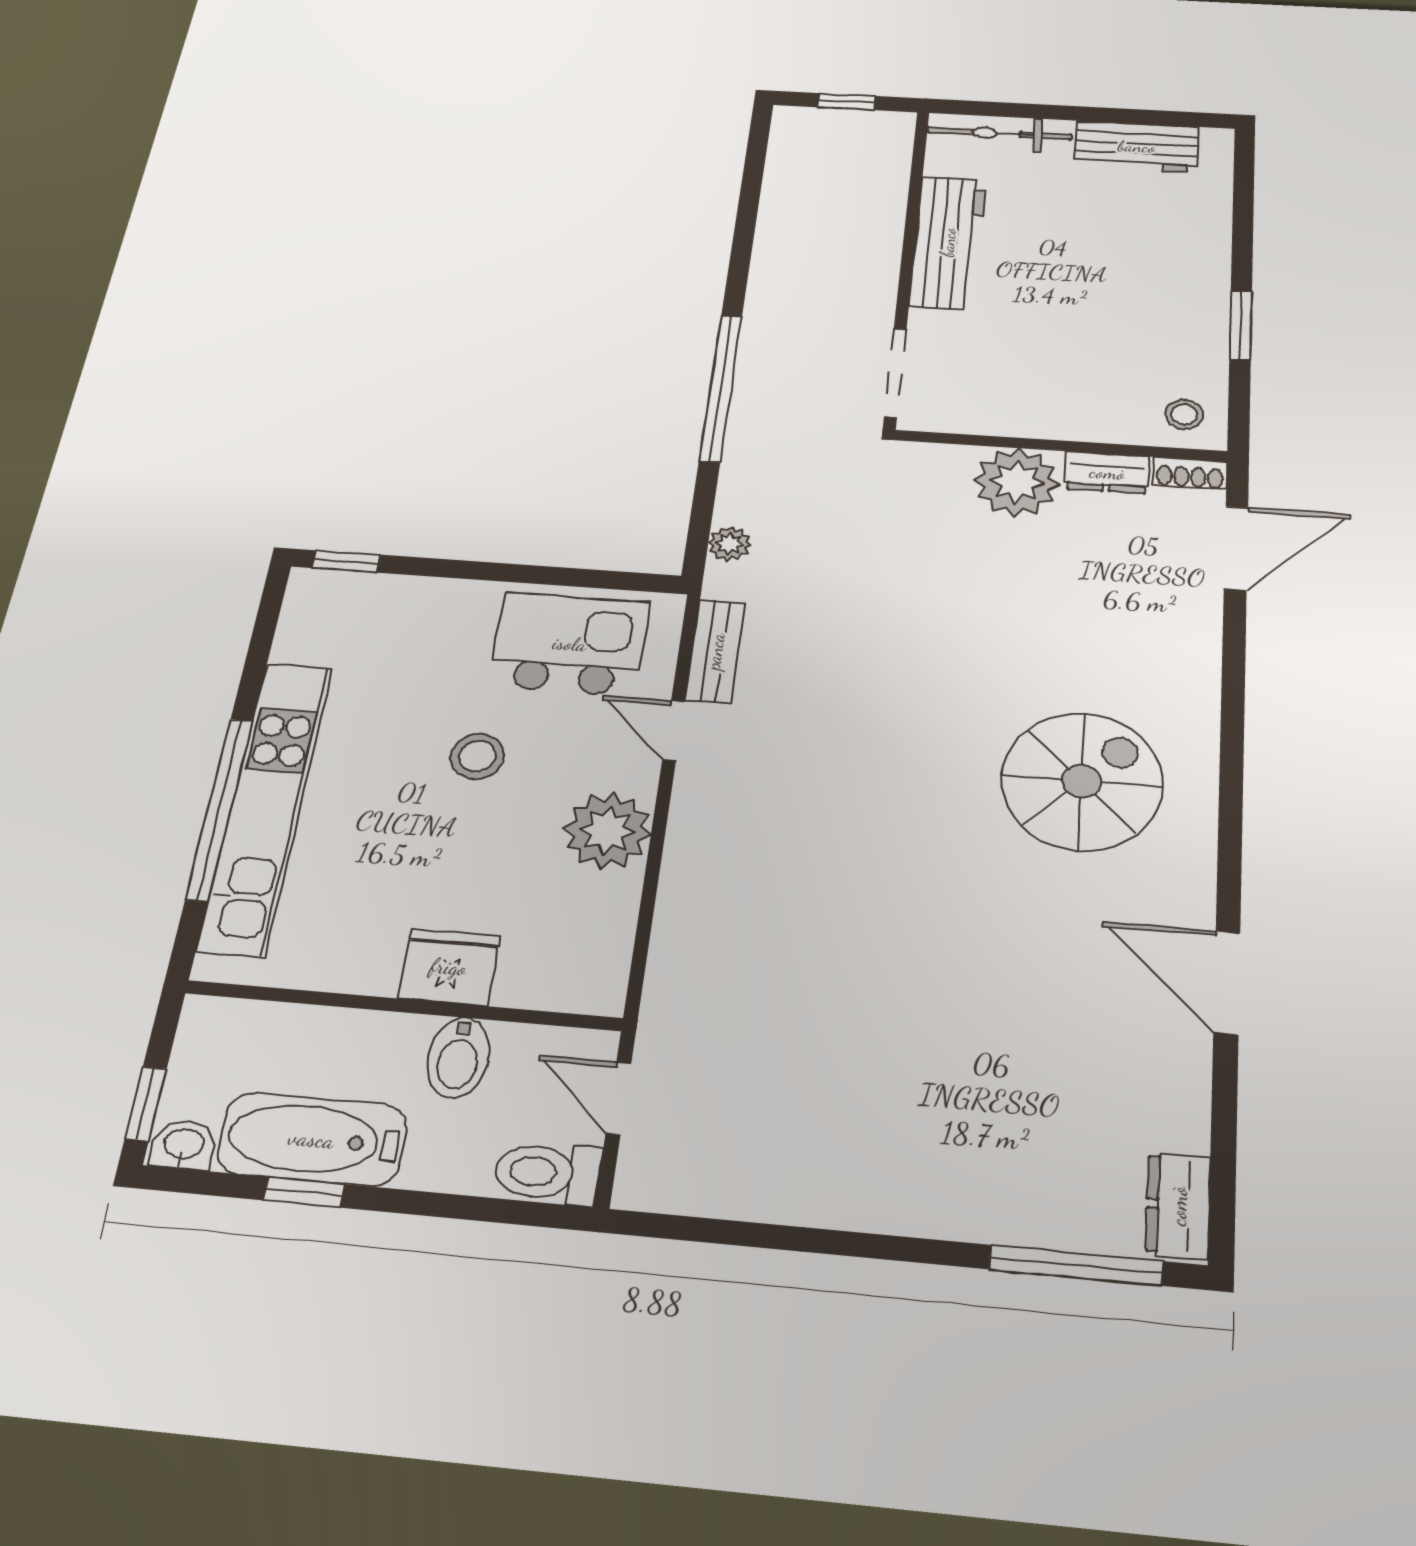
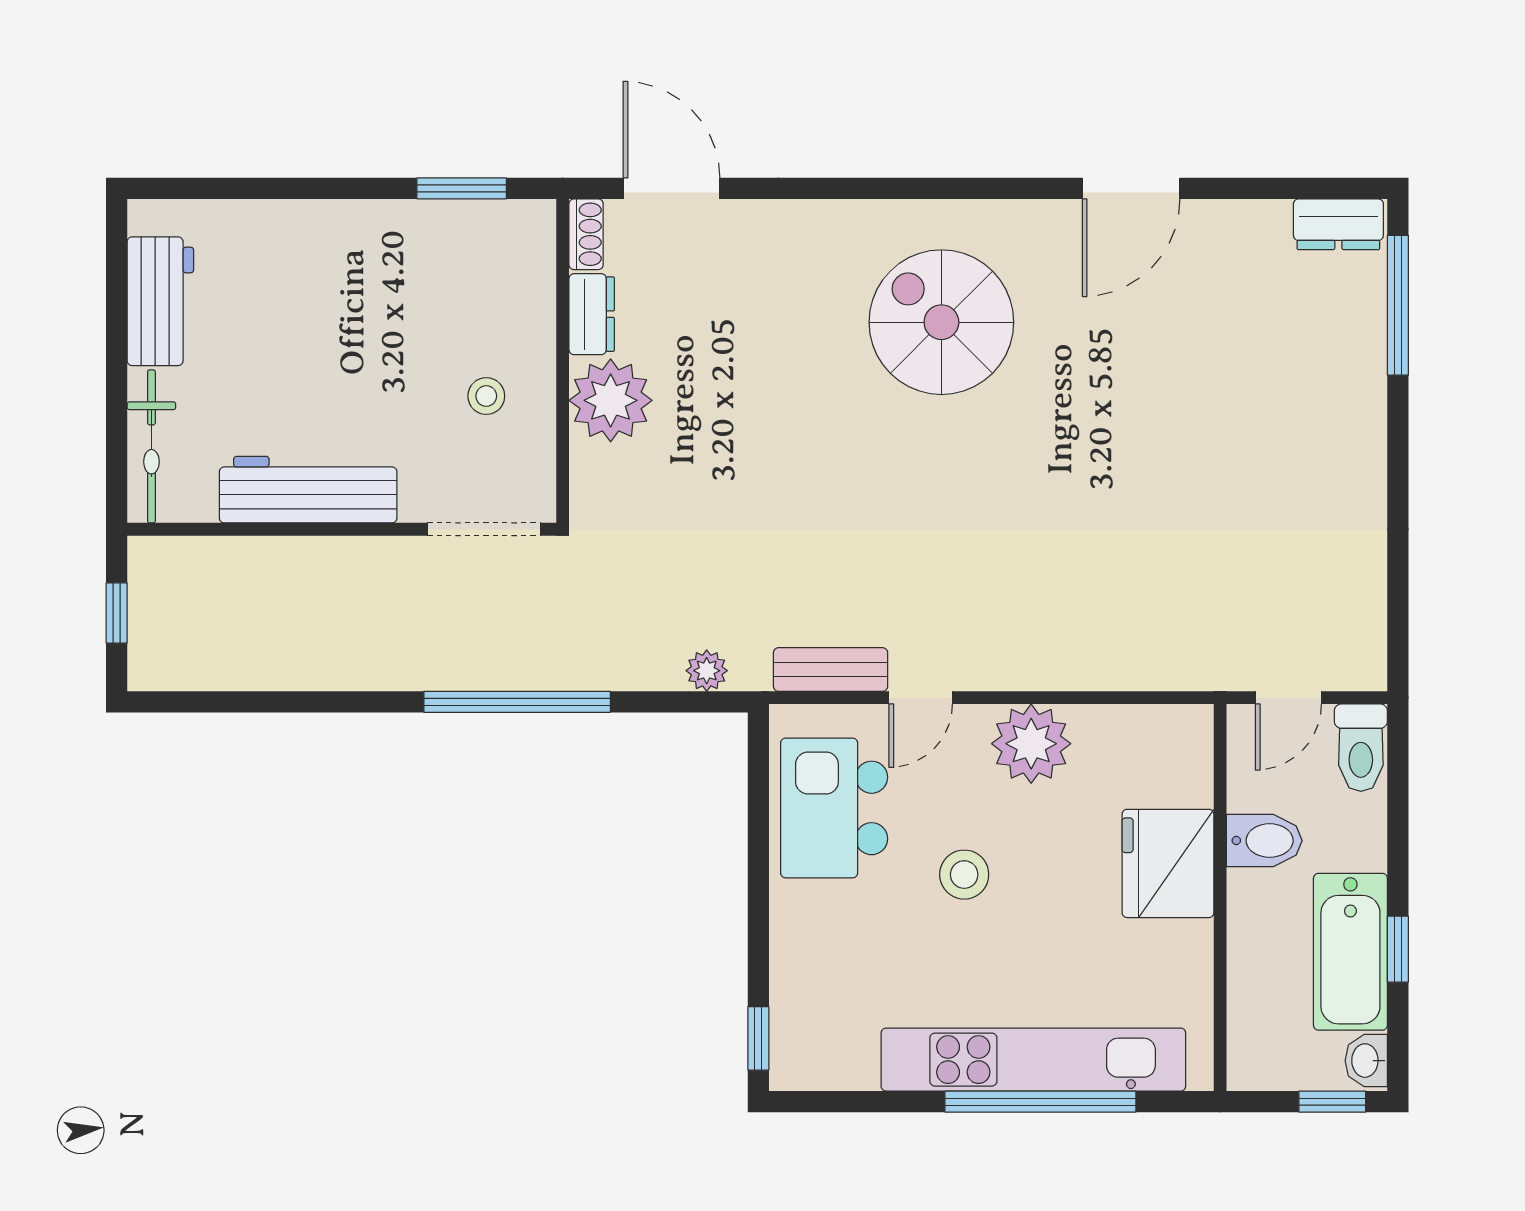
window: (1241, 325) -> (462, 188), moved
stool: (1184, 414) -> (486, 396), moved
fridge: (449, 967) -> (1168, 863), width x1.36, depth x1.34

